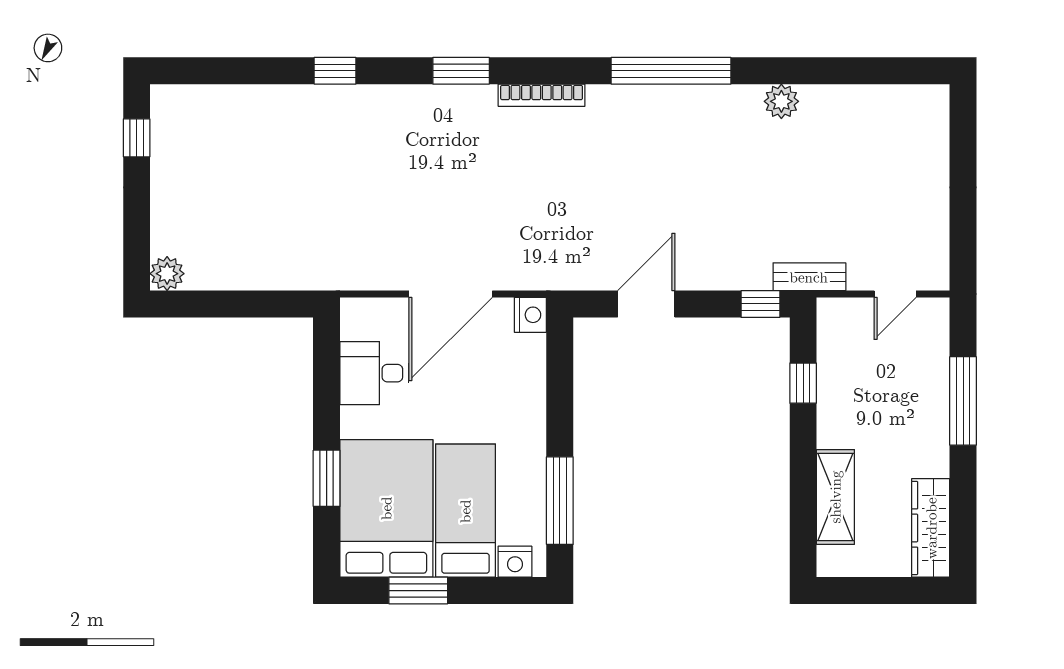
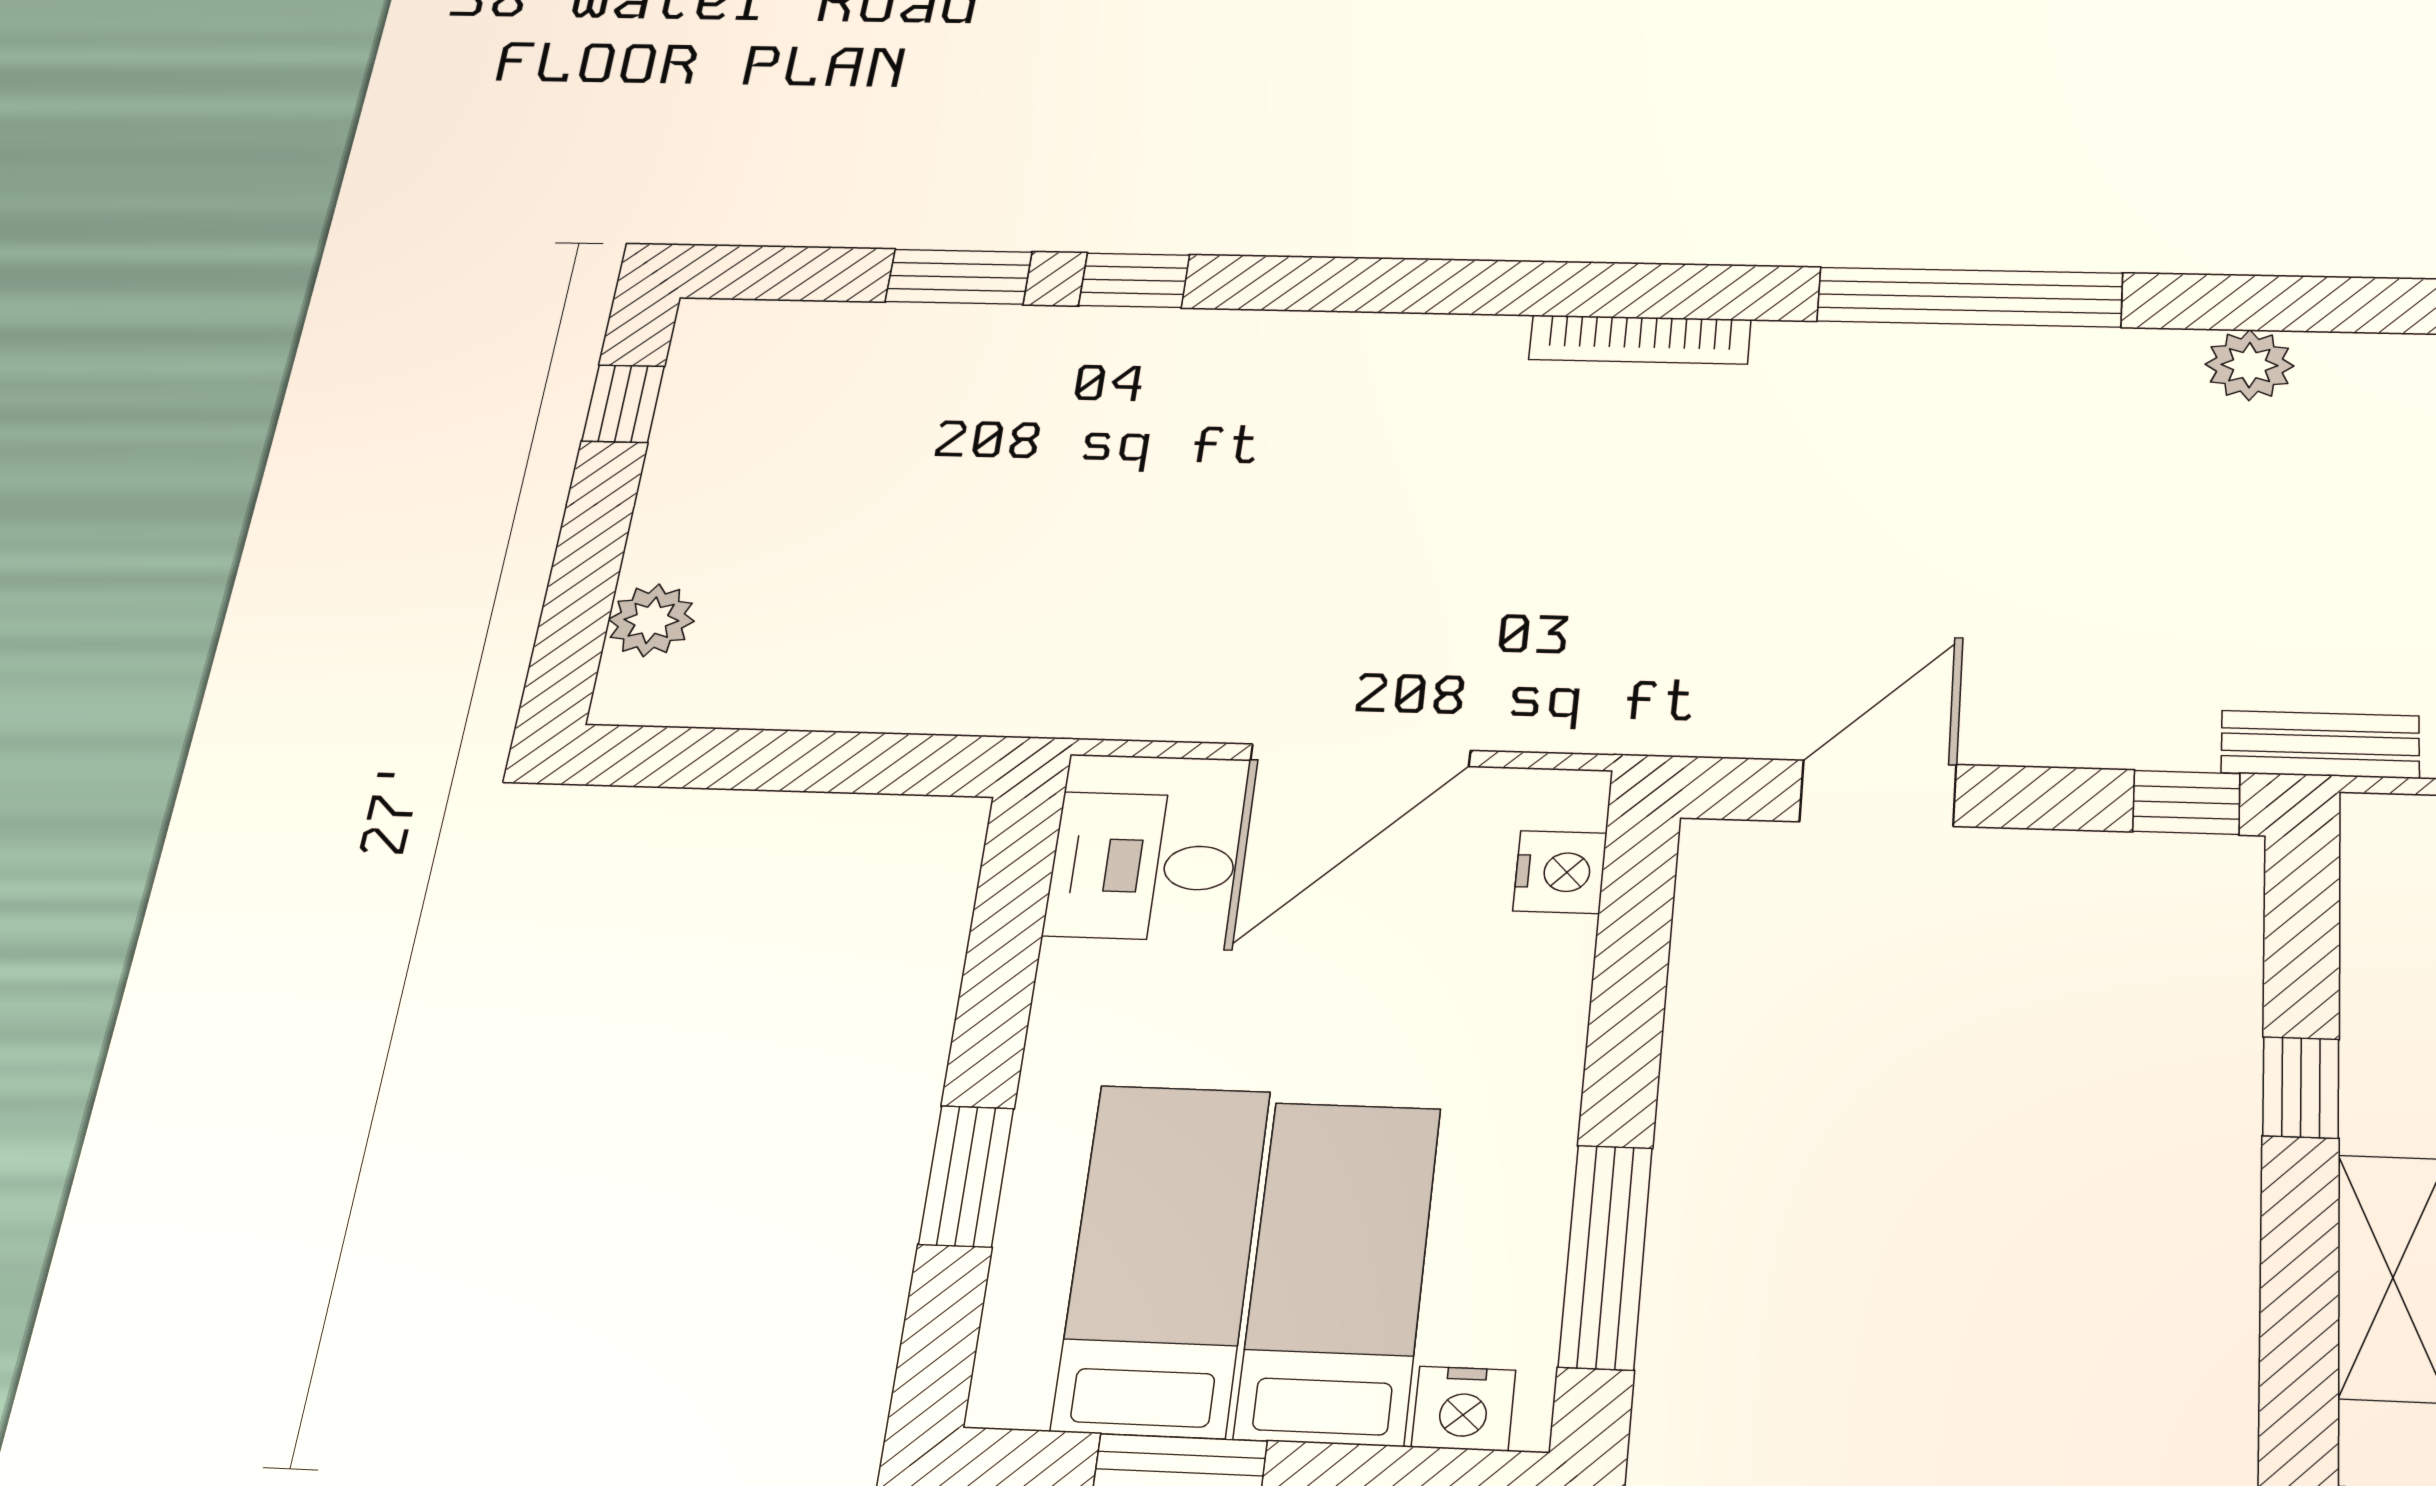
window: (461, 71) -> (959, 277), moved
plant: (167, 274) -> (651, 620), moved
nightstand: (530, 315) -> (1560, 872), moved
desk: (374, 373) -> (1143, 866), moved
window: (803, 383) -> (2301, 1087), moved
bed: (386, 508) -> (1162, 1259), width x0.67

